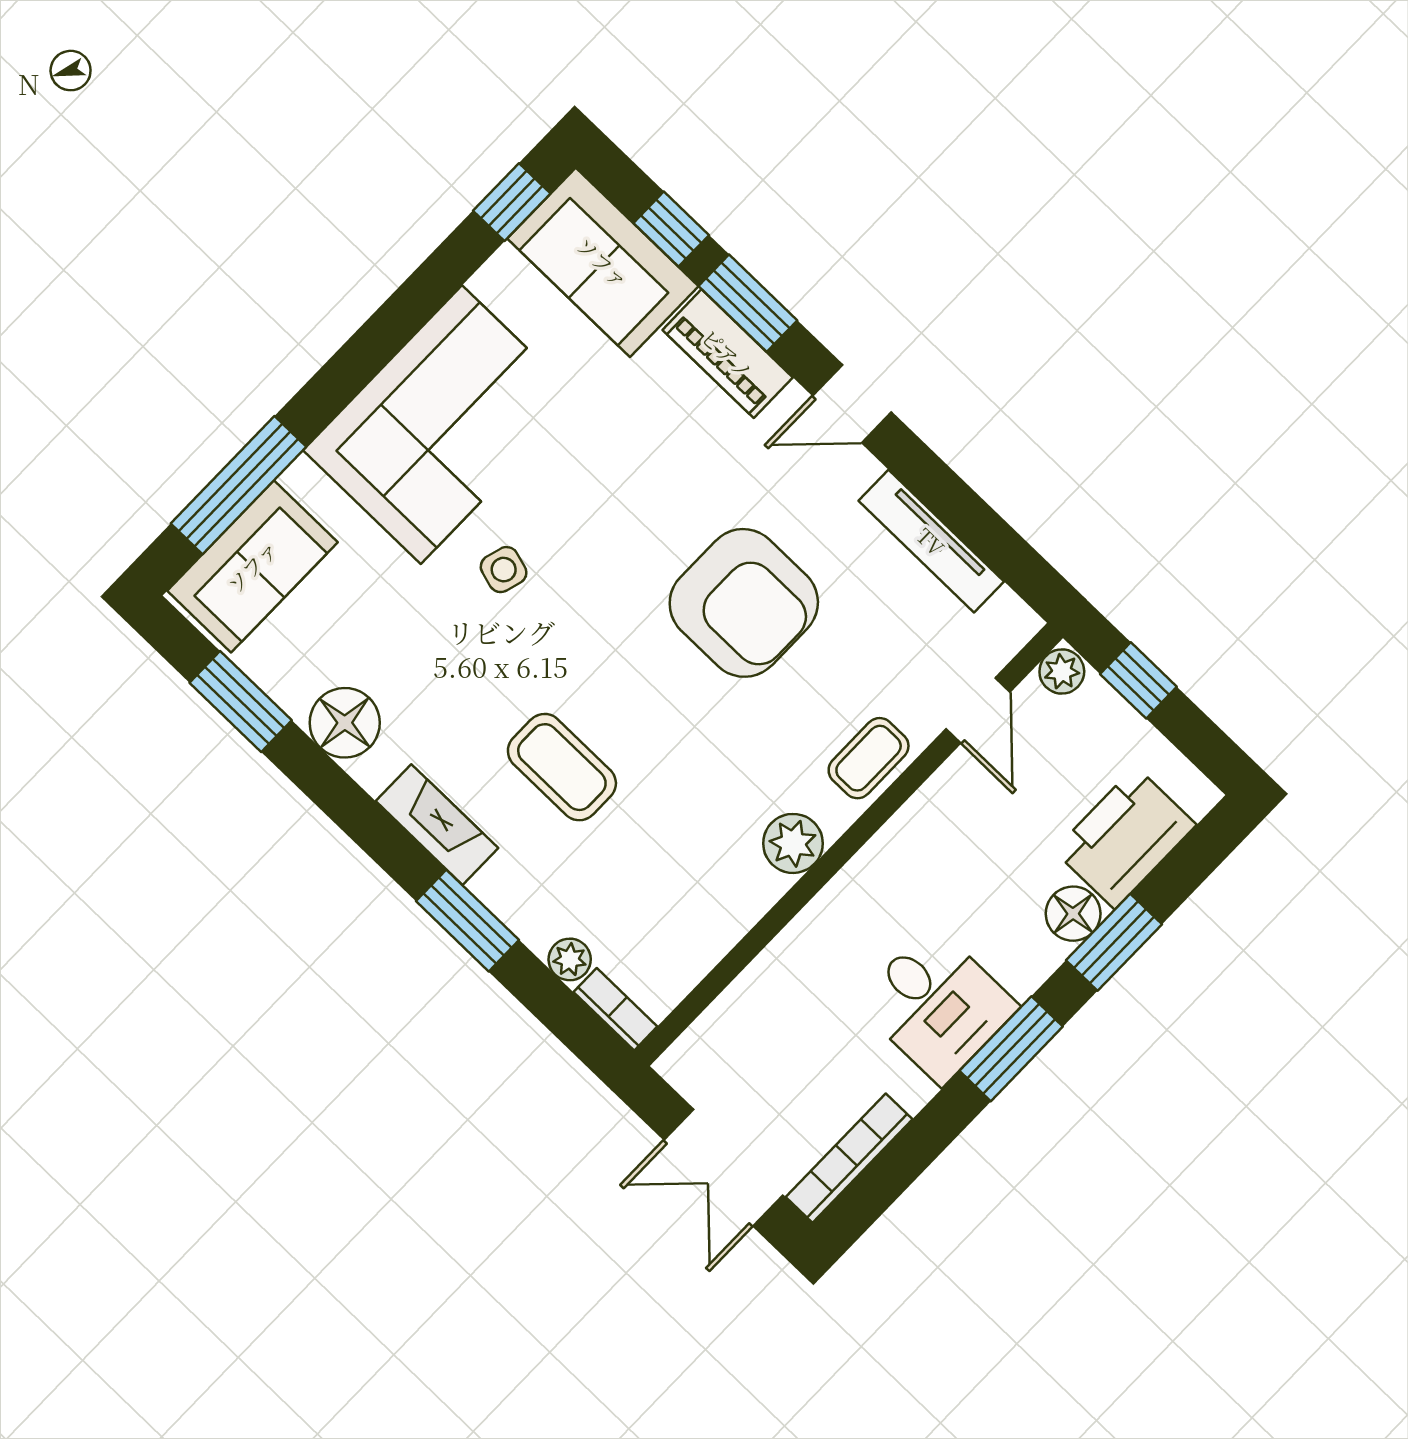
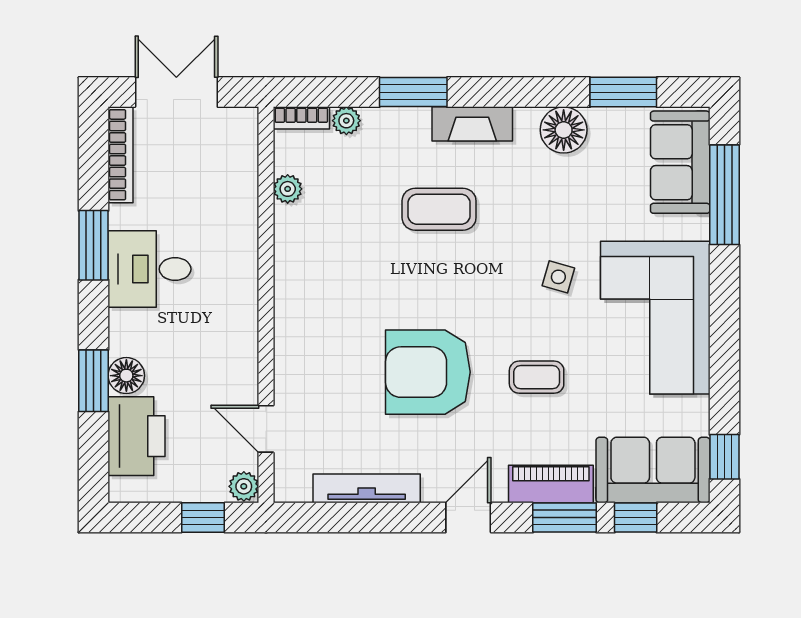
coffee table: (869, 758) -> (537, 377), moved, turned 90
plant: (793, 843) -> (288, 189), moved, width x0.73, depth x0.73
window: (1011, 1049) -> (94, 245), moved

